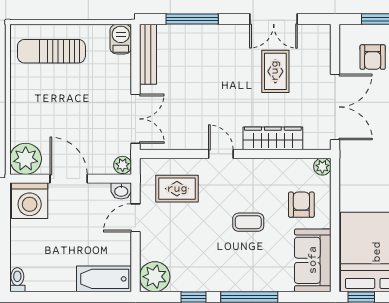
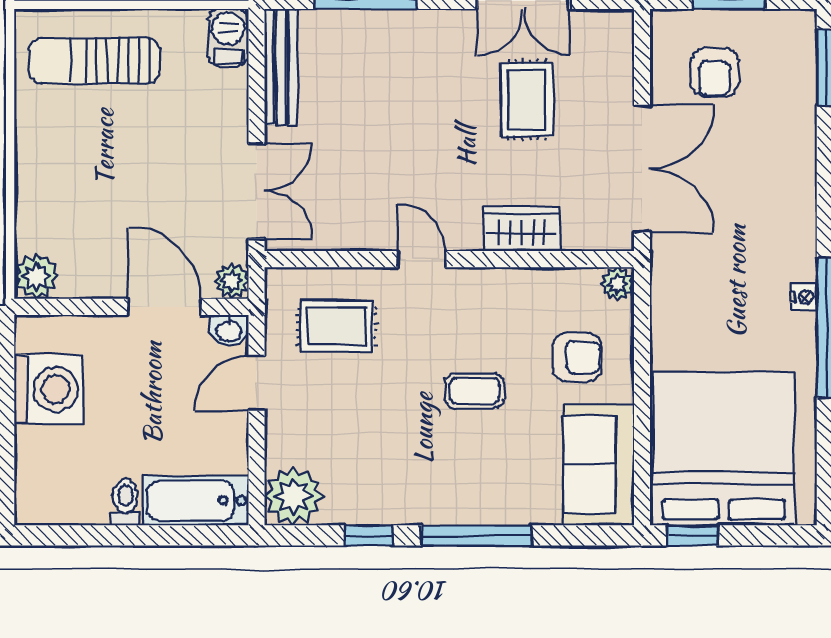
wardrobe: (273, 138) -> (522, 229), width x0.67
plant: (26, 159) -> (36, 277), width x0.73, depth x0.73
door: (69, 179) -> (164, 307), moved
washing machine: (30, 201) -> (49, 389), moved, turned -90
armchair: (301, 205) -> (577, 357), turned 90
toilet: (17, 280) -> (125, 502), moved

